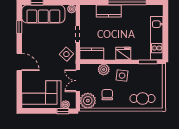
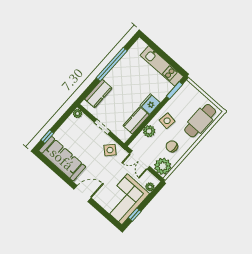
kitchen counter: (109, 11) -> (98, 94), moved
sofa: (43, 14) -> (62, 159), moved, turned -90
window: (19, 27) -> (54, 169), removed
kitchen counter: (92, 54) -> (136, 120), moved
cafe table: (143, 98) -> (200, 121), width x1.37, depth x1.35
window: (63, 111) -> (135, 215), moved

